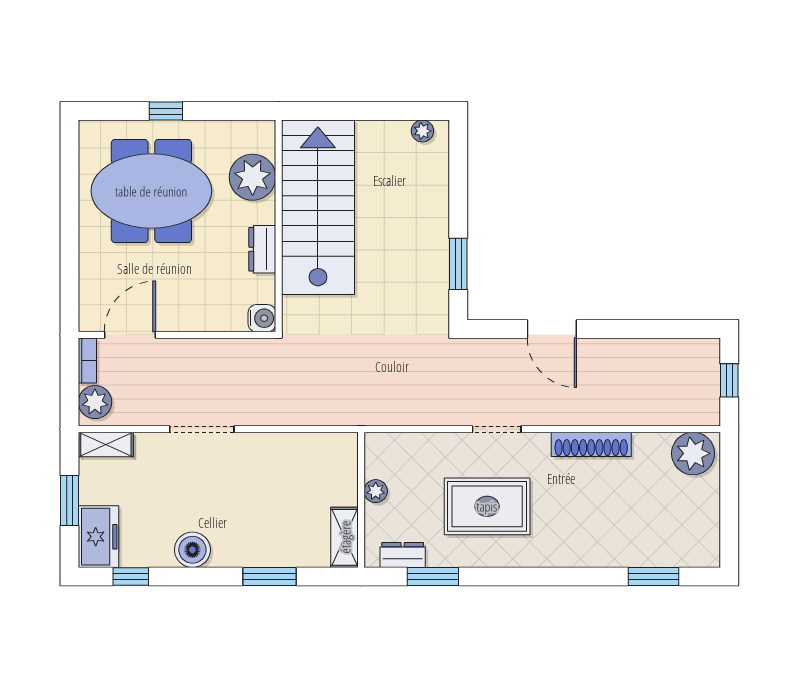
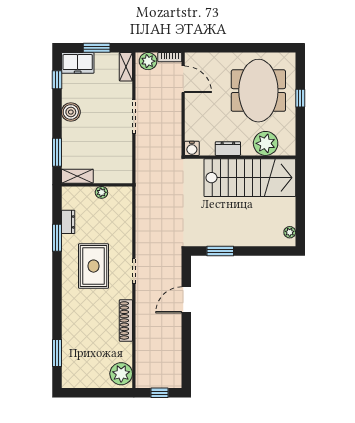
plant: (376, 491) -> (101, 192), moved
wall: (361, 500) -> (97, 185), moved
shelving: (345, 537) -> (77, 176), moved

